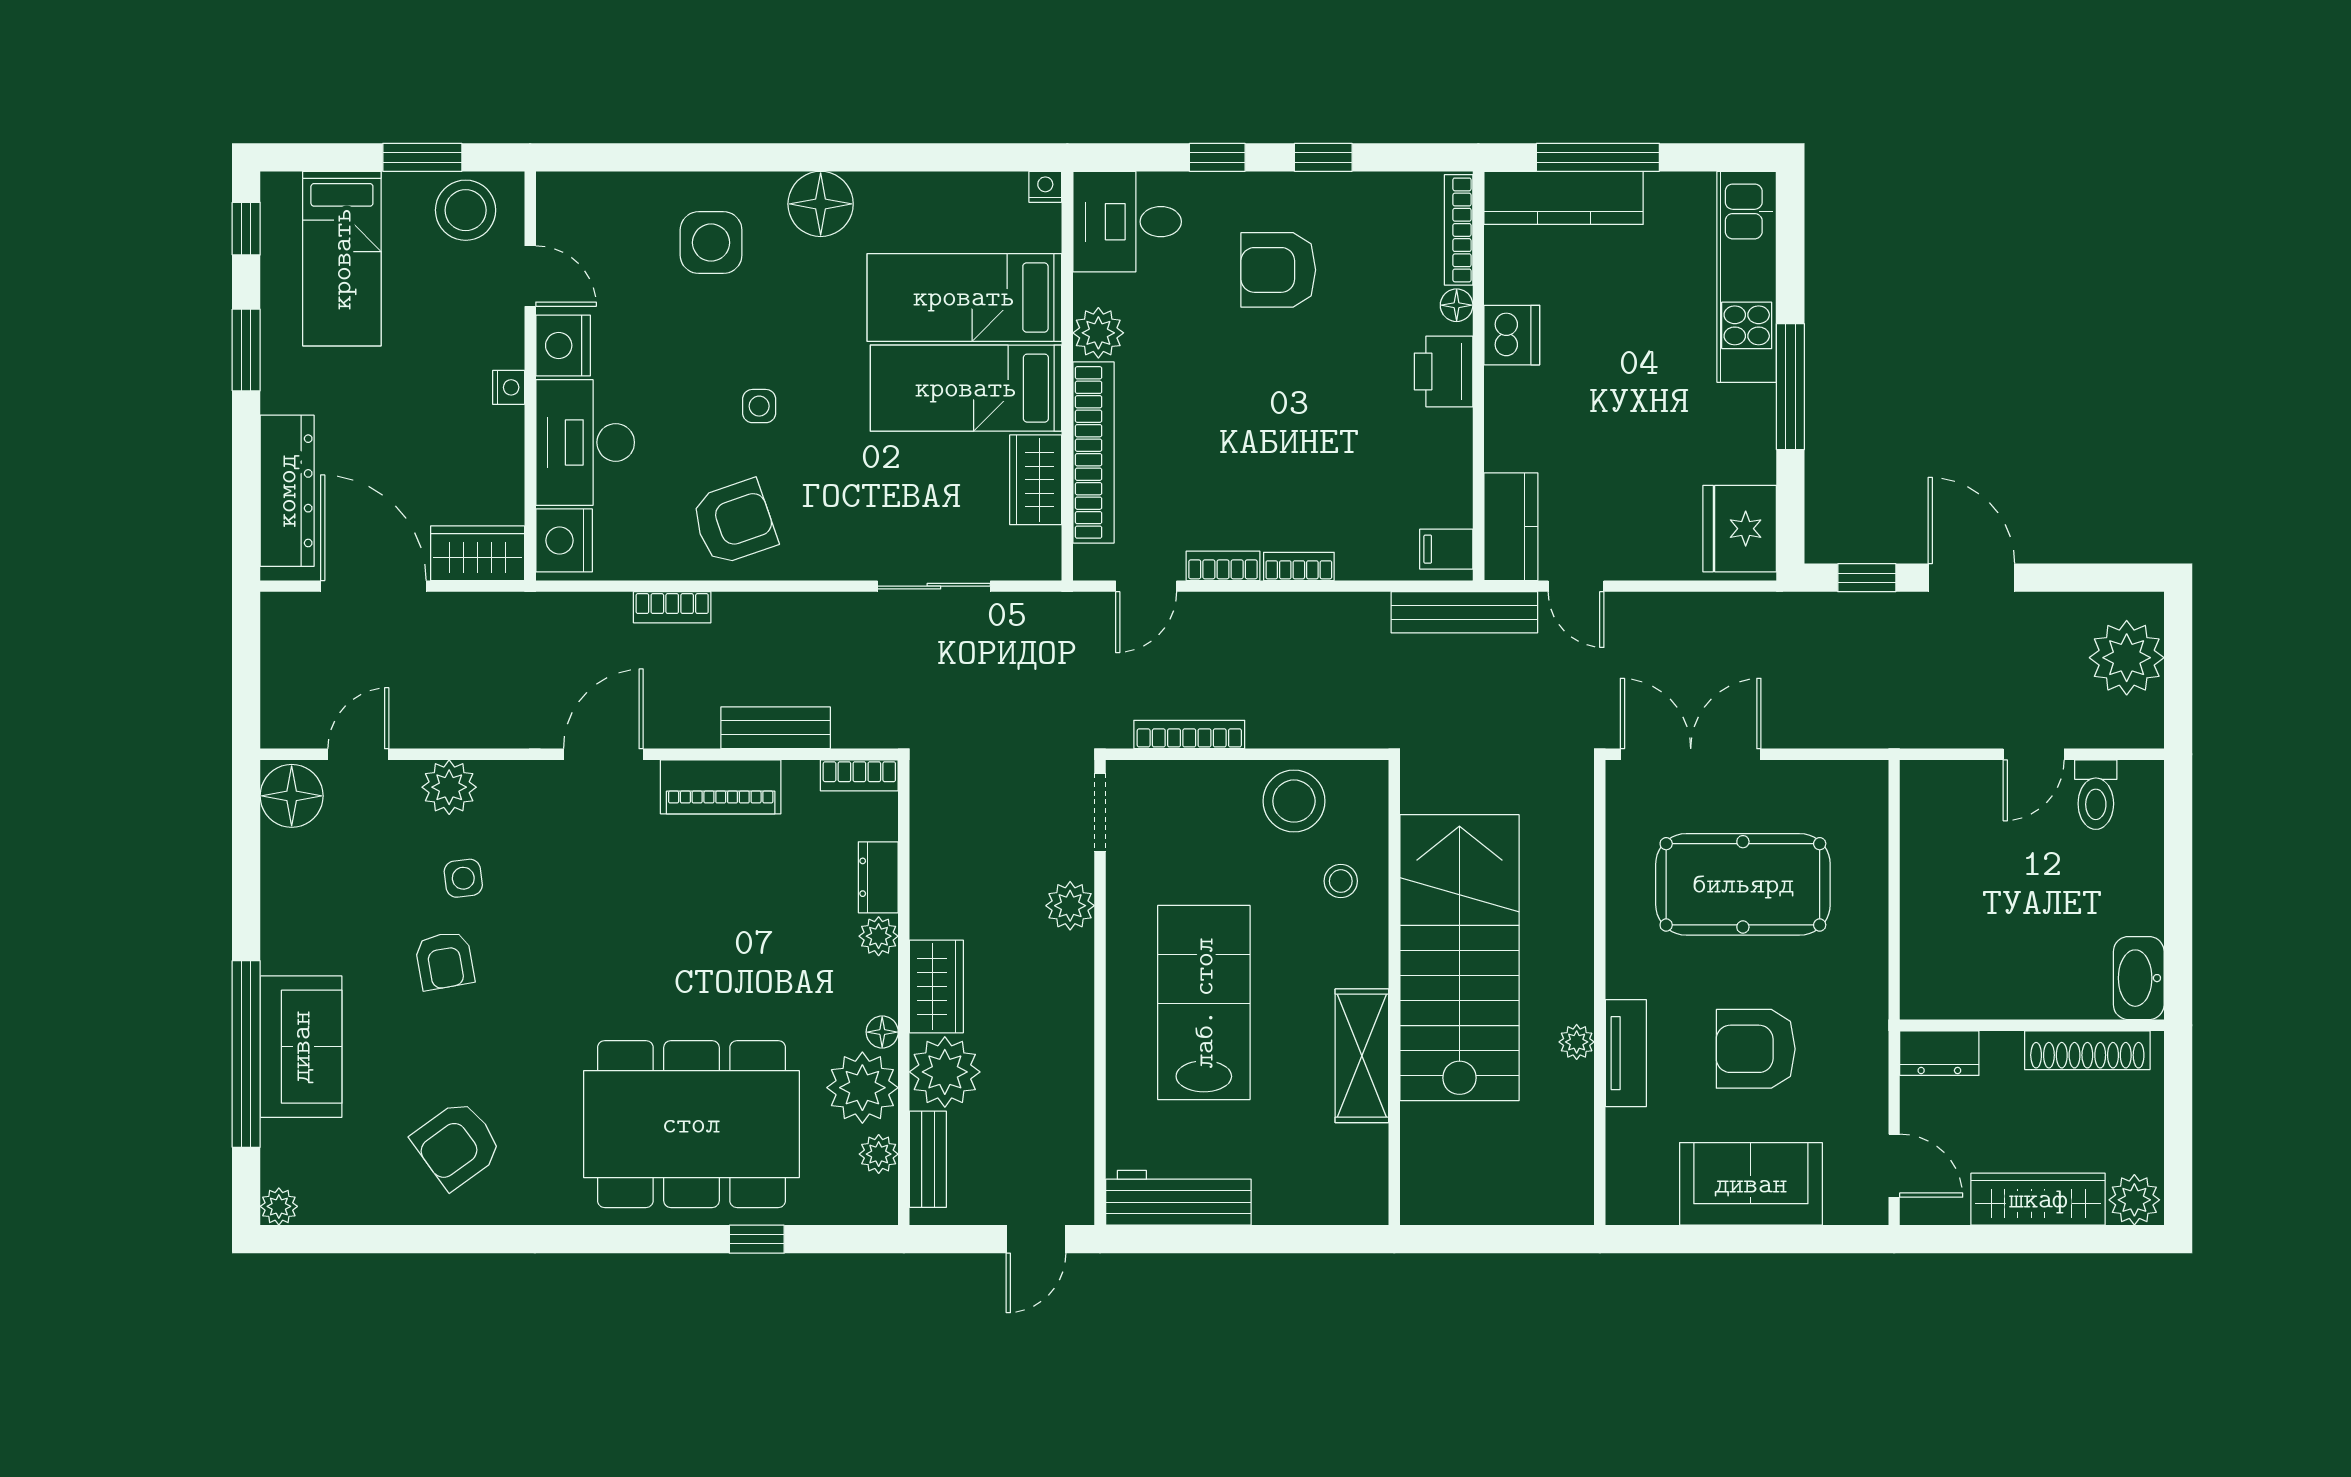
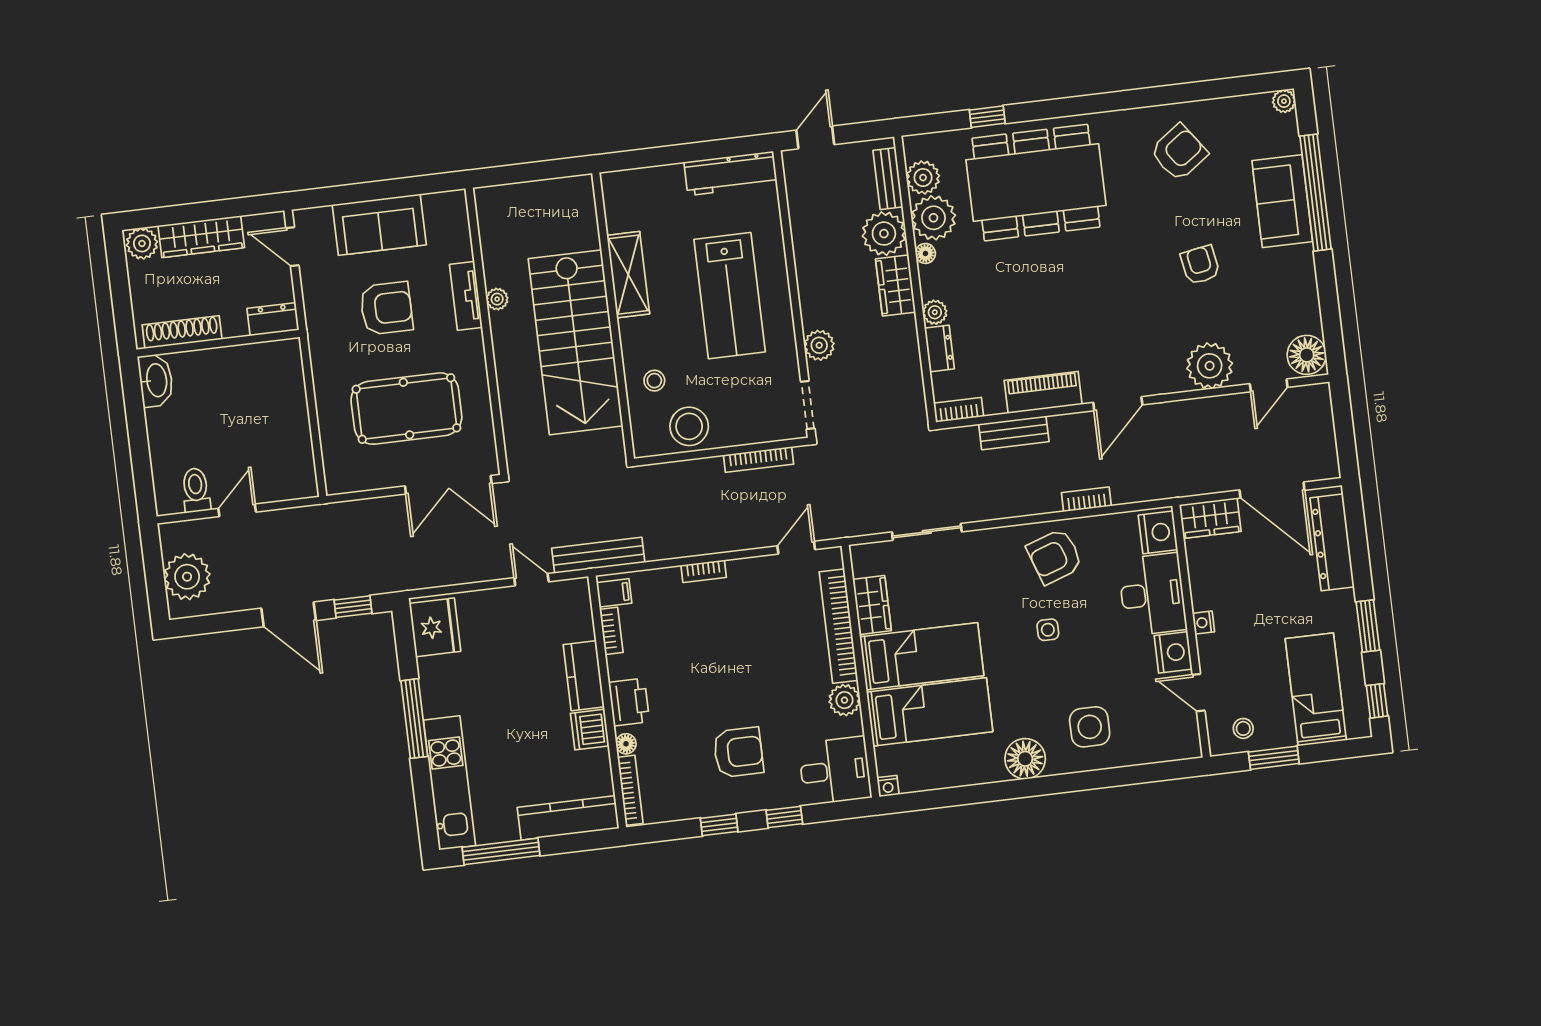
window: (1598, 157) -> (501, 851), moved
stool: (466, 210) -> (1243, 728), width x0.53, depth x0.53
kitchen counter: (1511, 527) -> (584, 676), moved
bookcase: (1223, 566) -> (611, 631), moved, turned -90
plant: (449, 787) -> (1210, 366), width x1.36, depth x1.36
side table: (463, 878) -> (1195, 317), removed
plant: (879, 1154) -> (923, 178), width x1.38, depth x1.38

